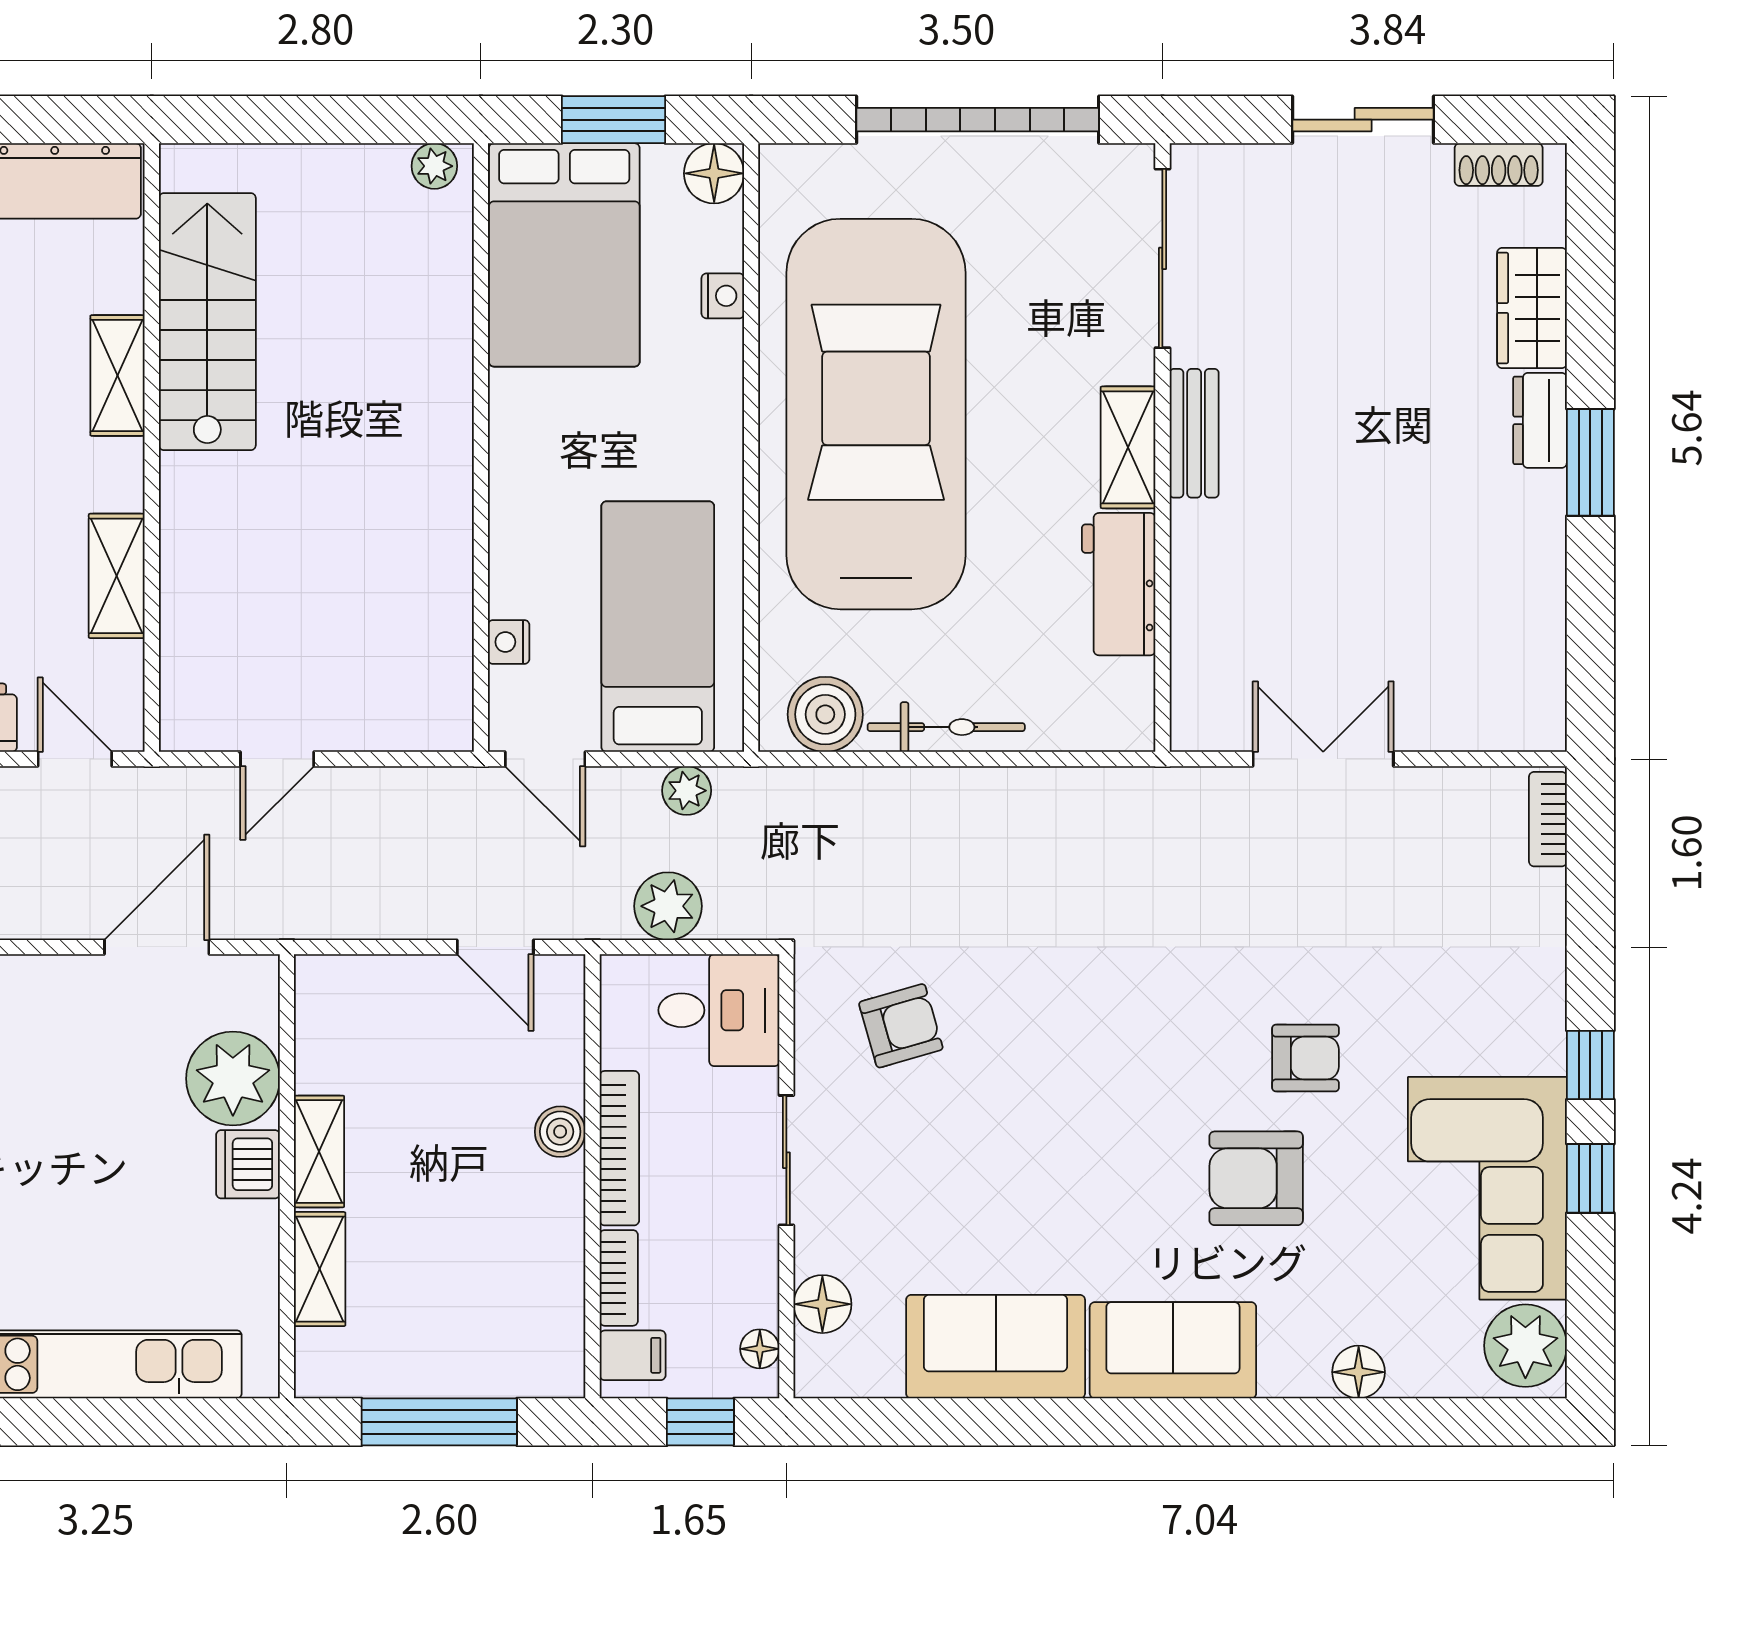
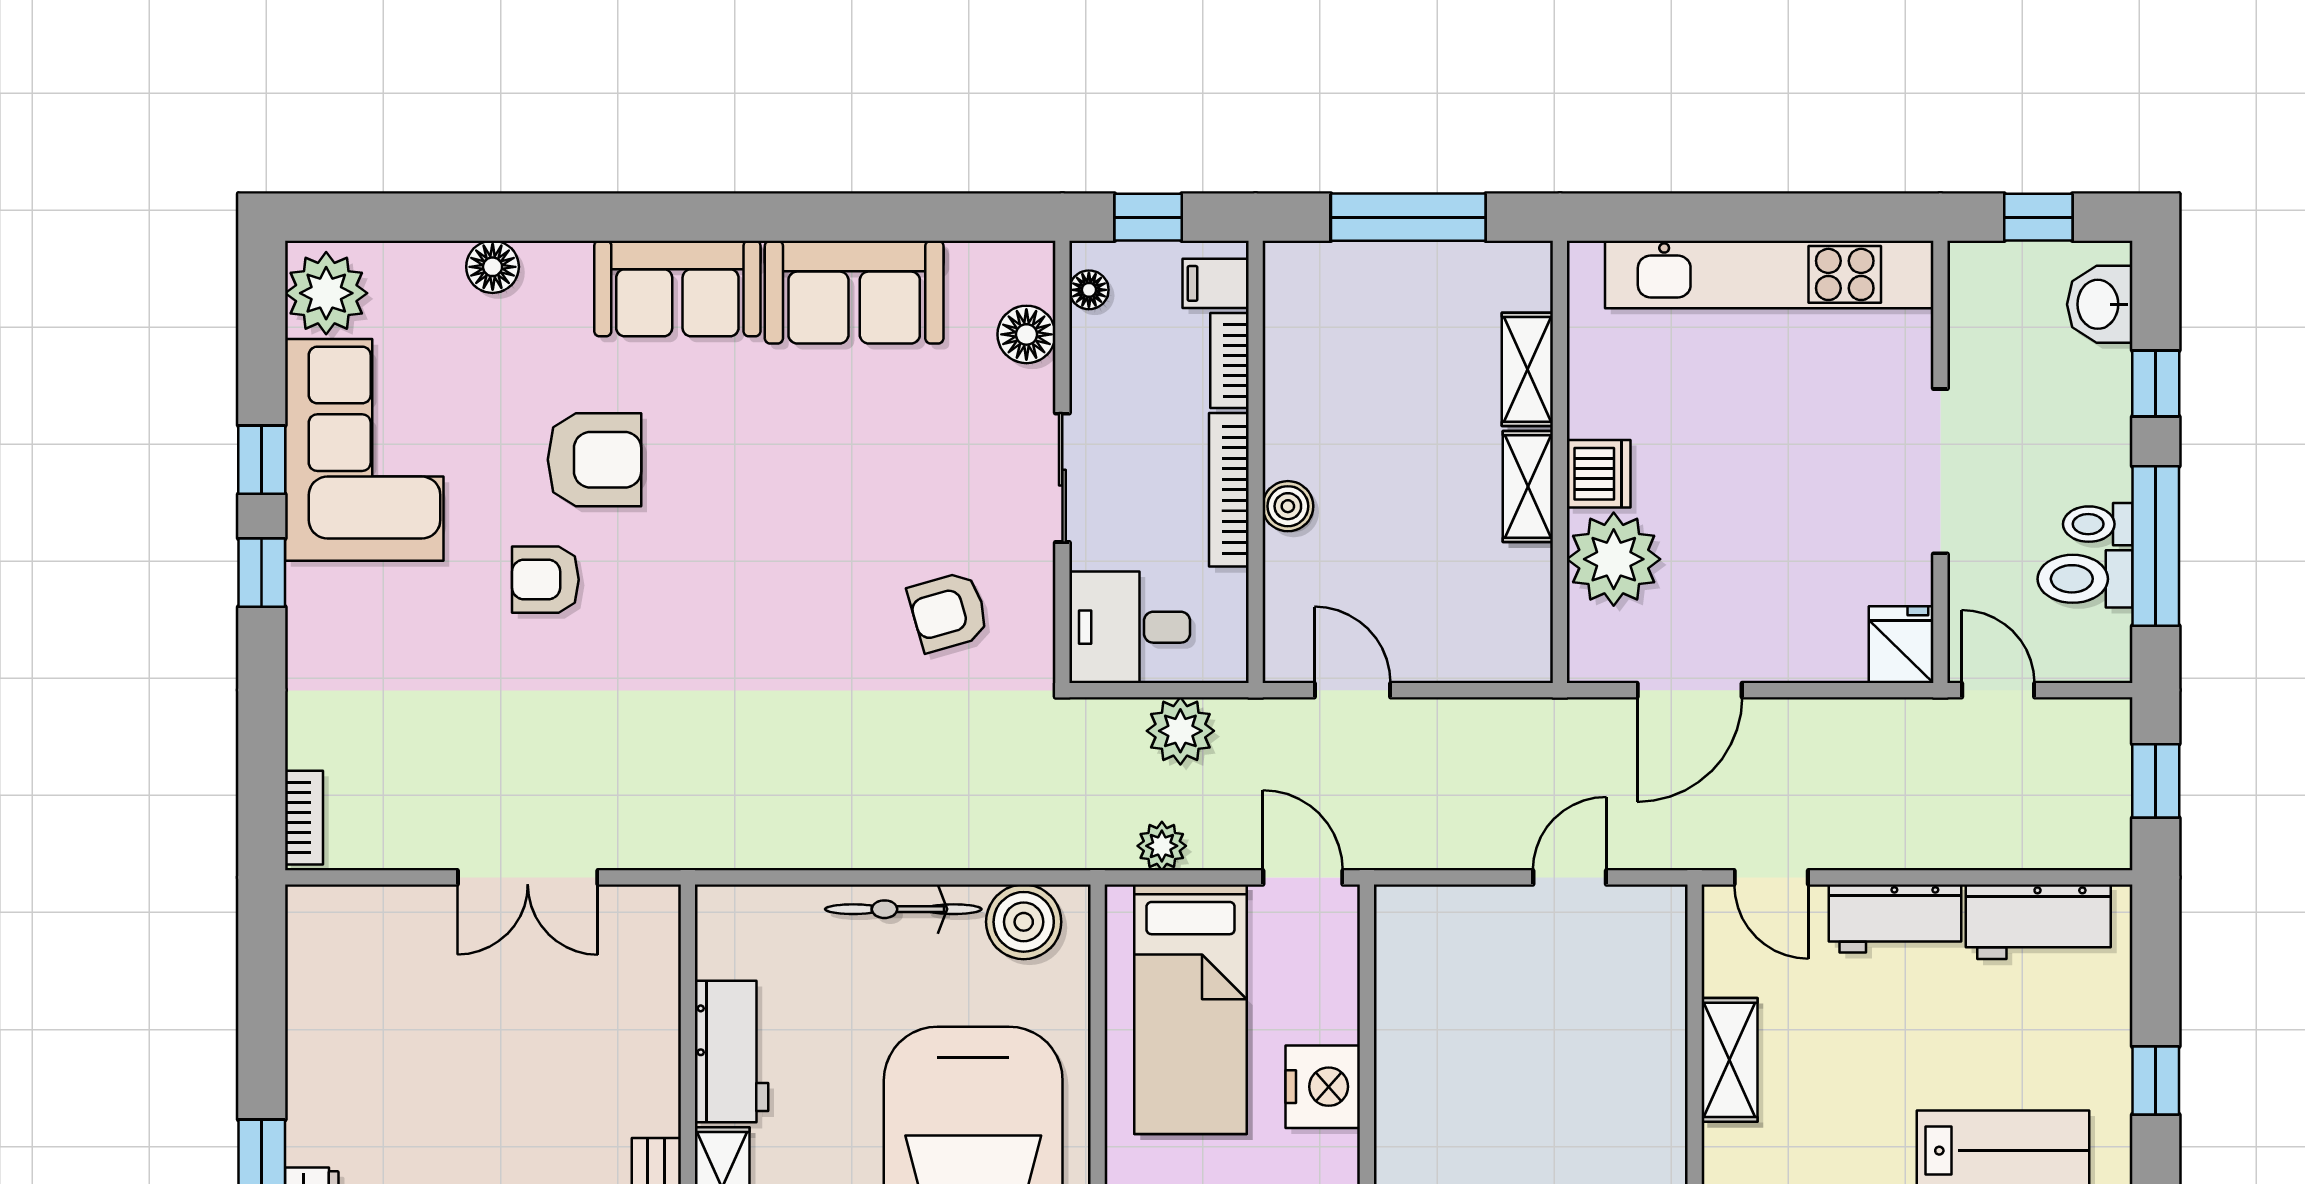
nightstand: (509, 642) -> (1323, 1087), moved, width x1.89, depth x1.79

